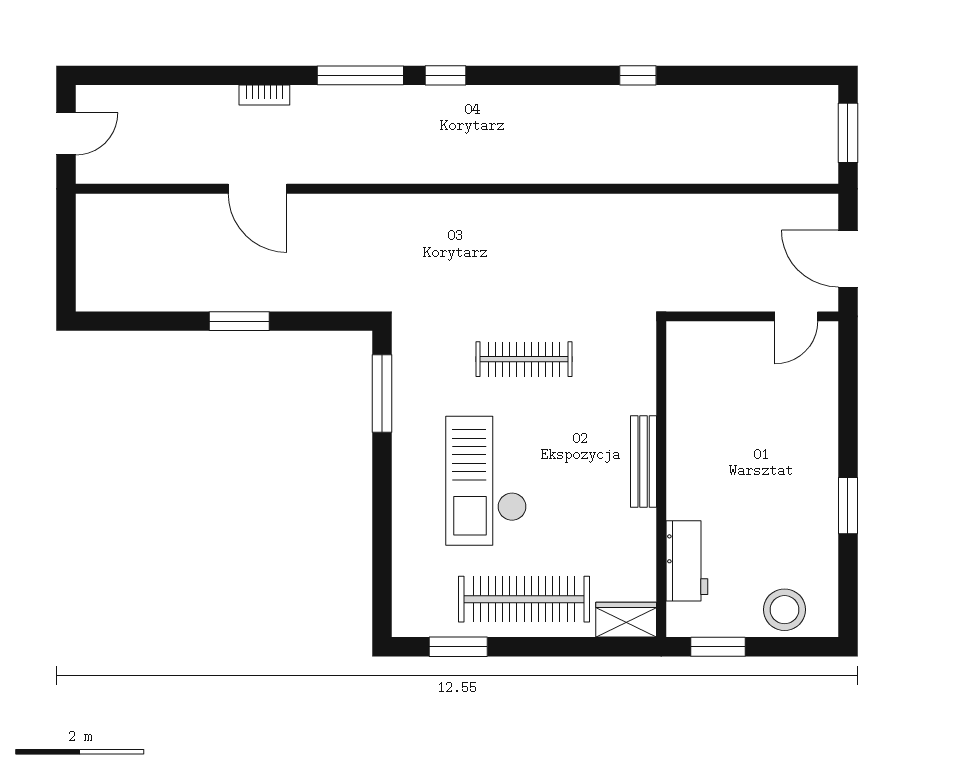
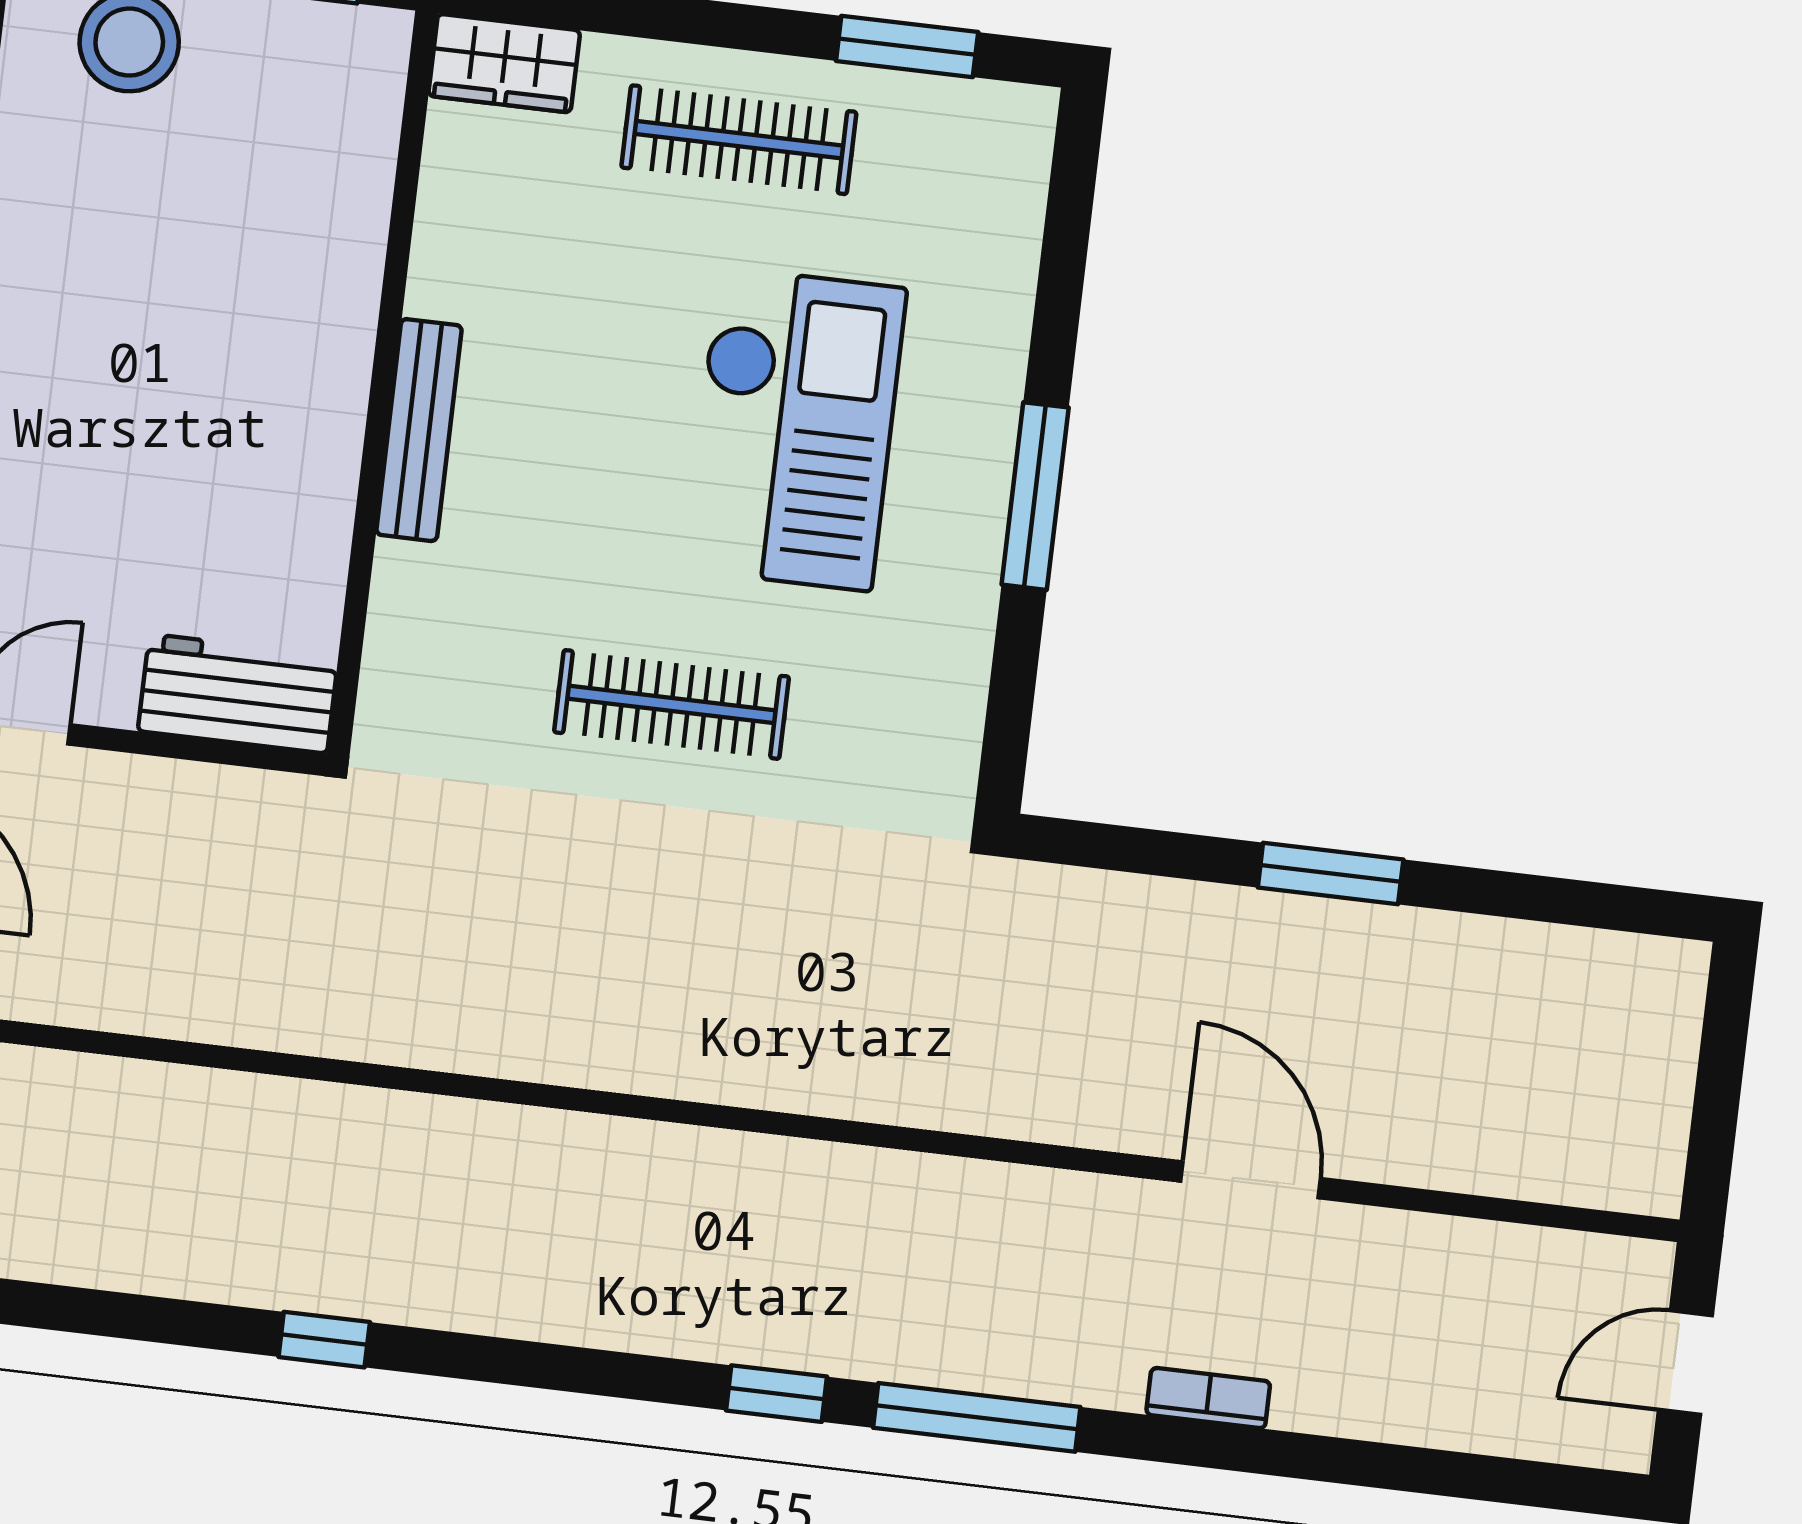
window: (382, 393) -> (1035, 496), moved
workbench: (687, 561) -> (238, 694), moved, turned 90
clothes rail: (524, 599) -> (739, 140), width x0.73, depth x0.76

